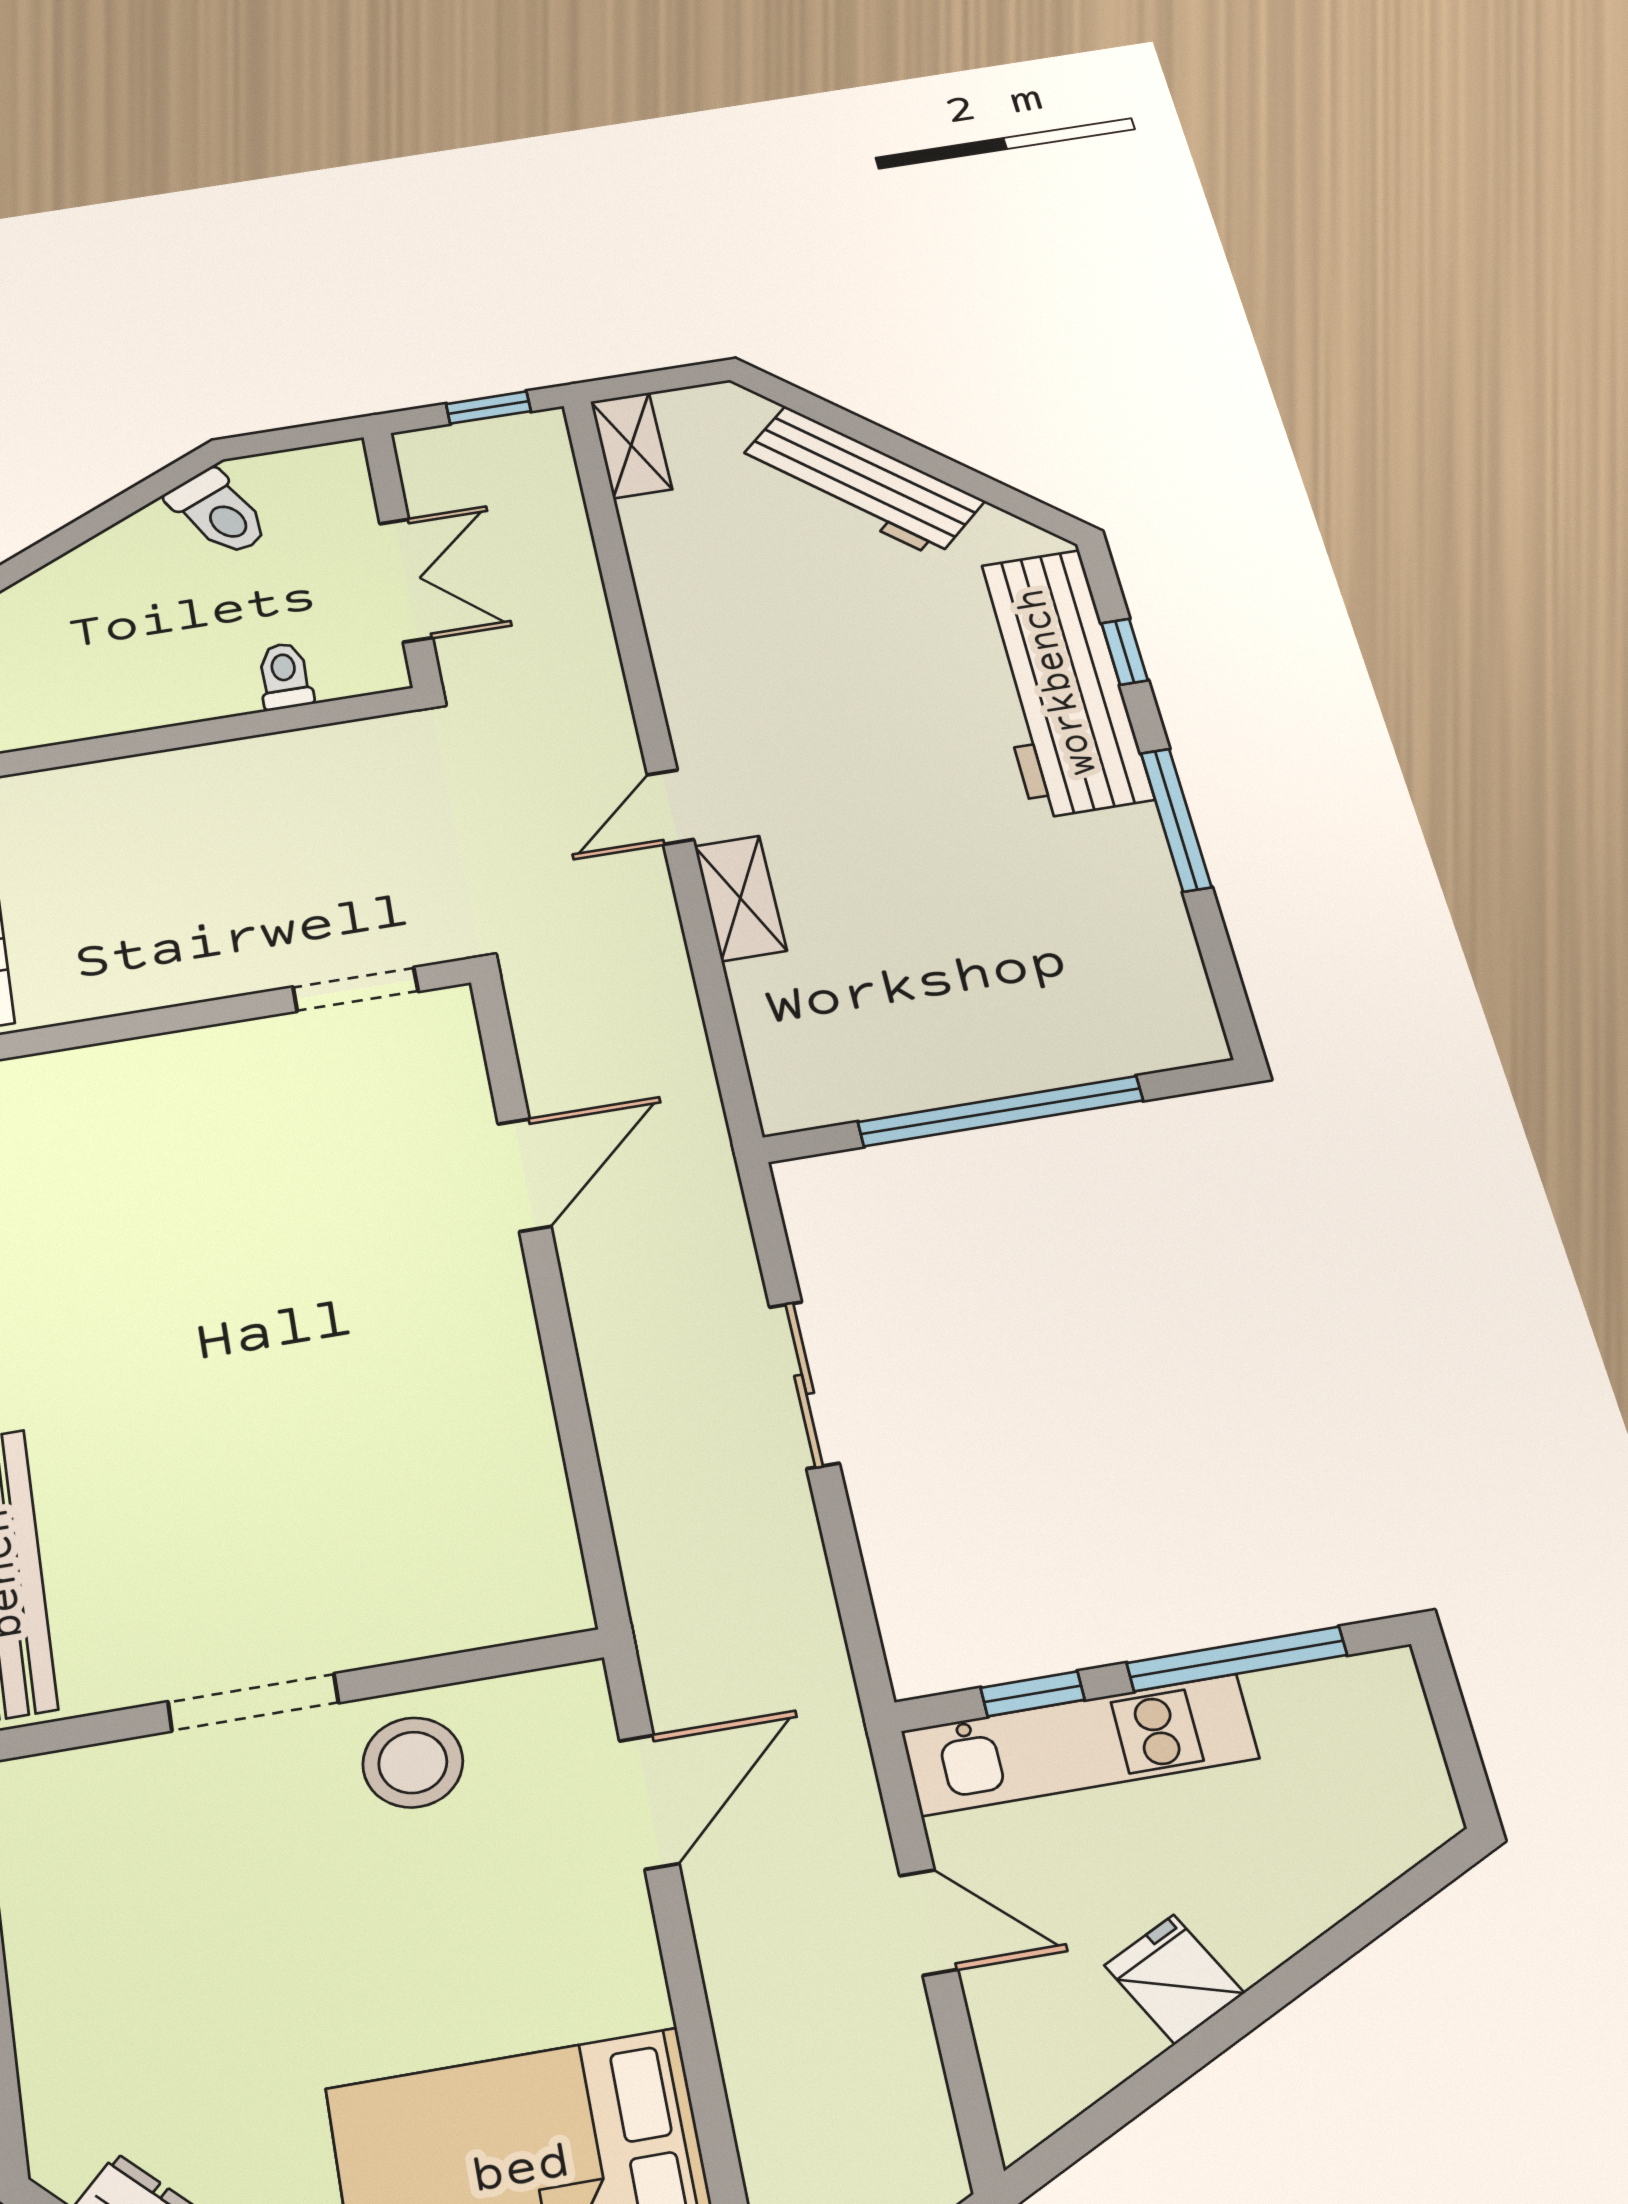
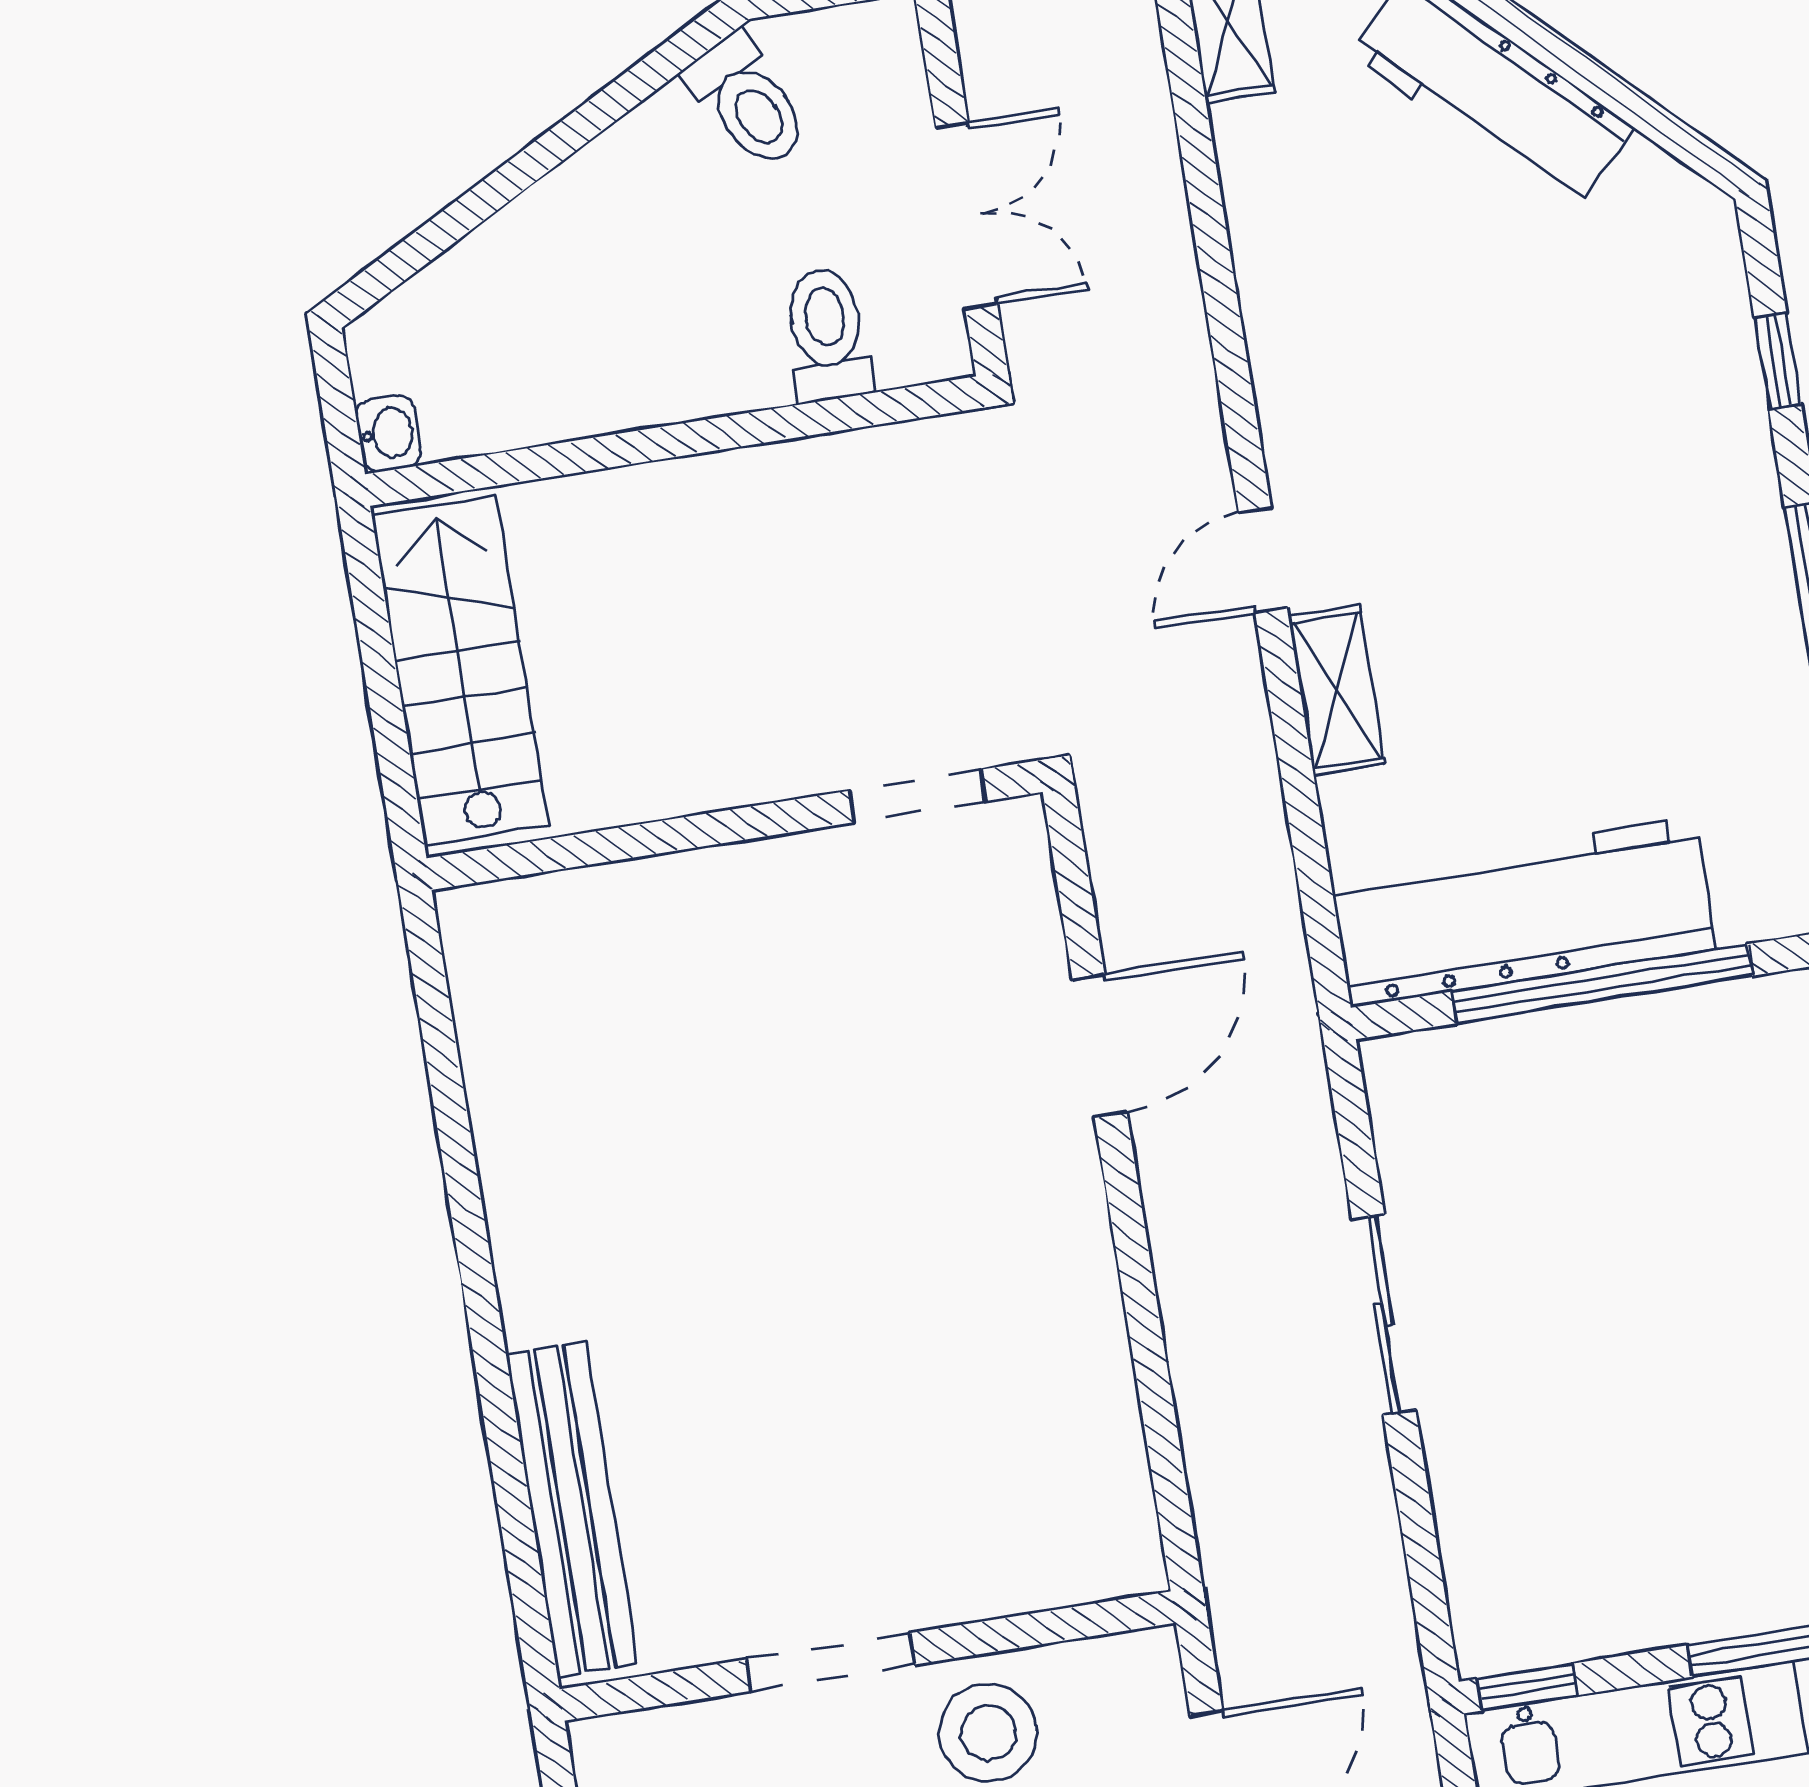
toilet: (285, 676) -> (827, 334), width x1.37, depth x1.39
workbench: (1057, 682) -> (1523, 912), moved, turned 90
window: (1033, 1694) -> (1528, 1687), moved

